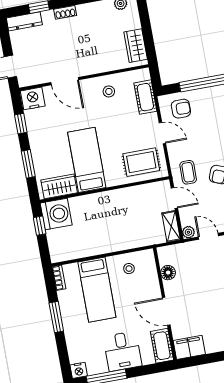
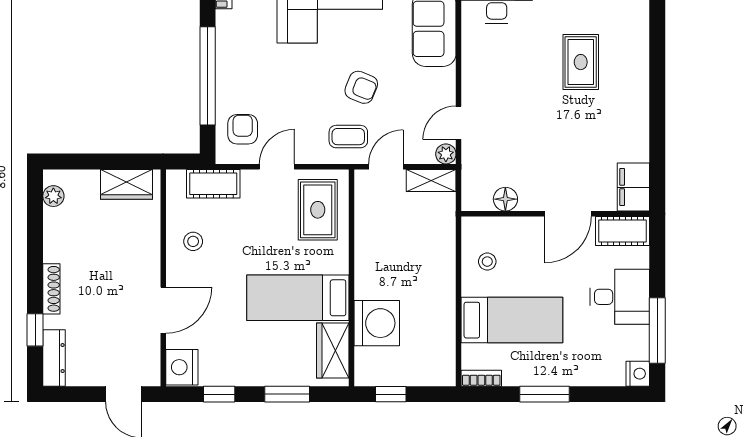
shoe rack: (65, 12) -> (51, 289), width x1.43
washing machine: (56, 214) -> (377, 323), moved, turned 90

